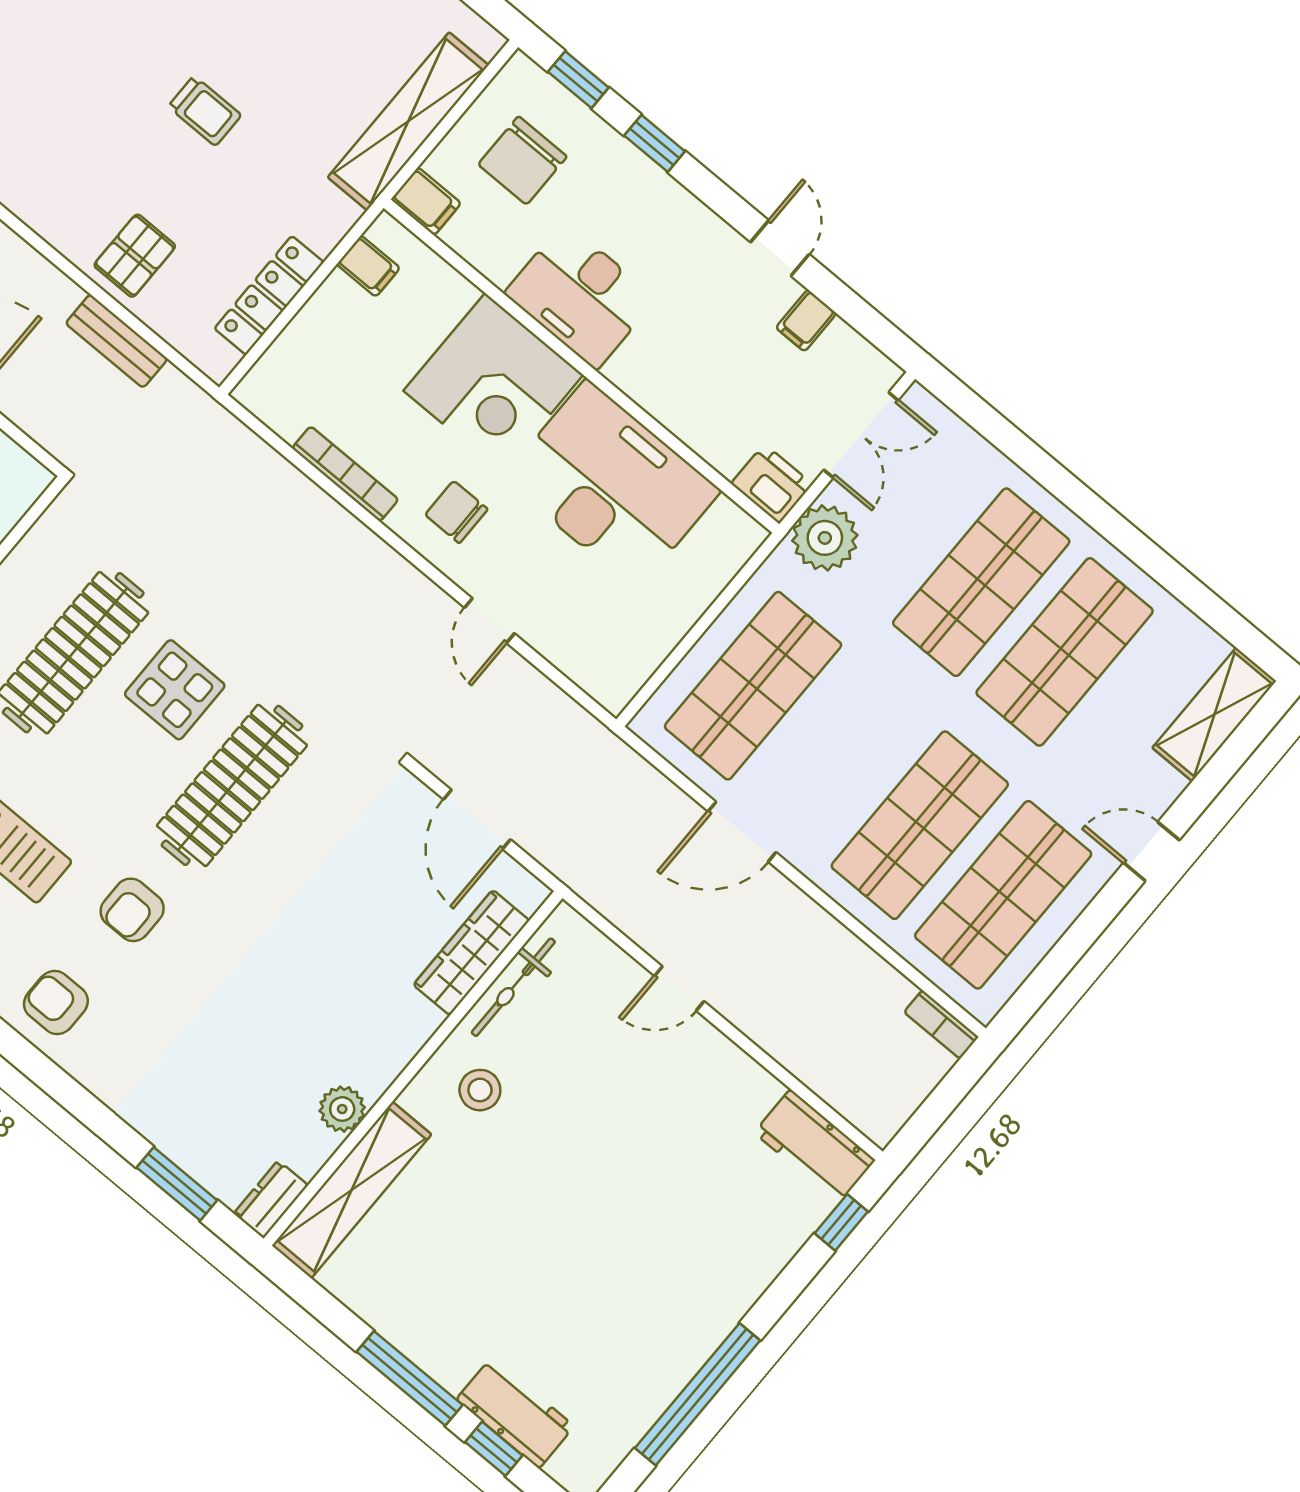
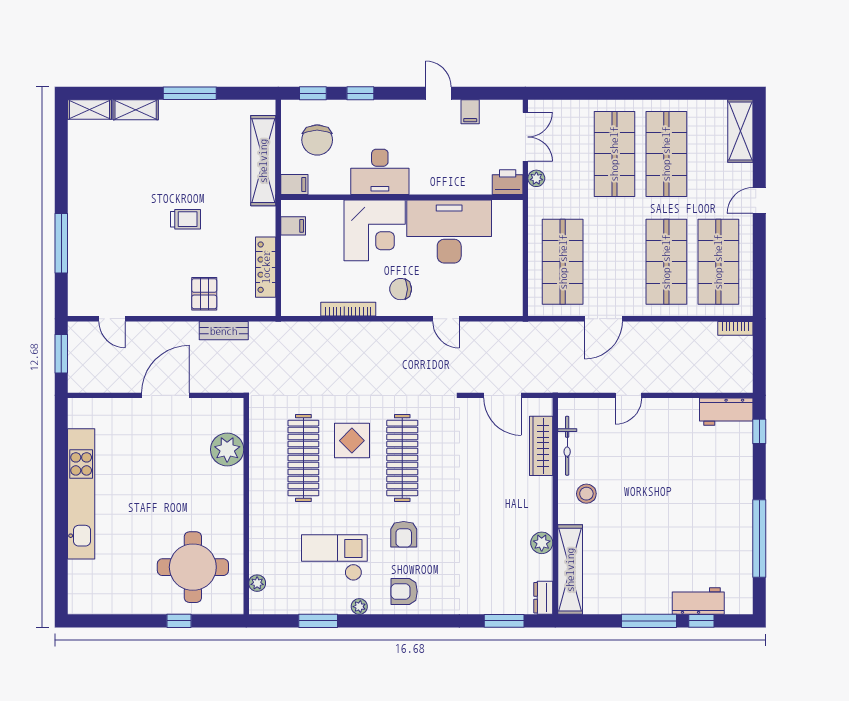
plant: (825, 538) -> (536, 178), width x0.53, depth x0.53

